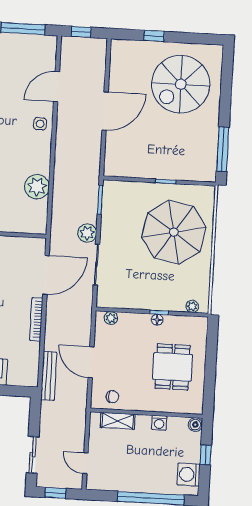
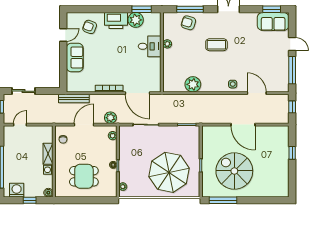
spiral stairs: (181, 84) -> (234, 171), moved
plant: (87, 233) -> (110, 118), moved
shelving: (118, 421) -> (48, 154), moved

